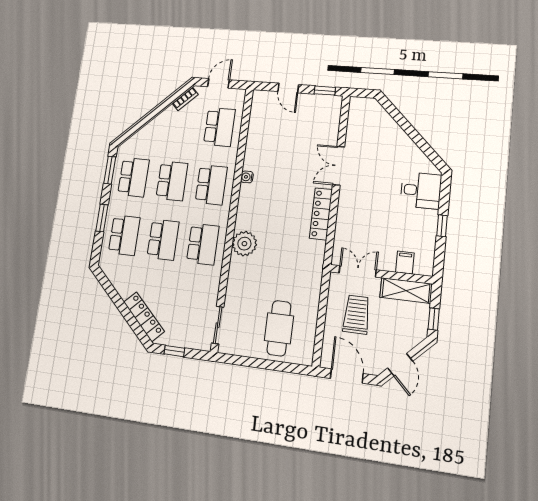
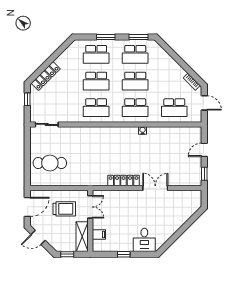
plant: (244, 244) -> (99, 135), removed

